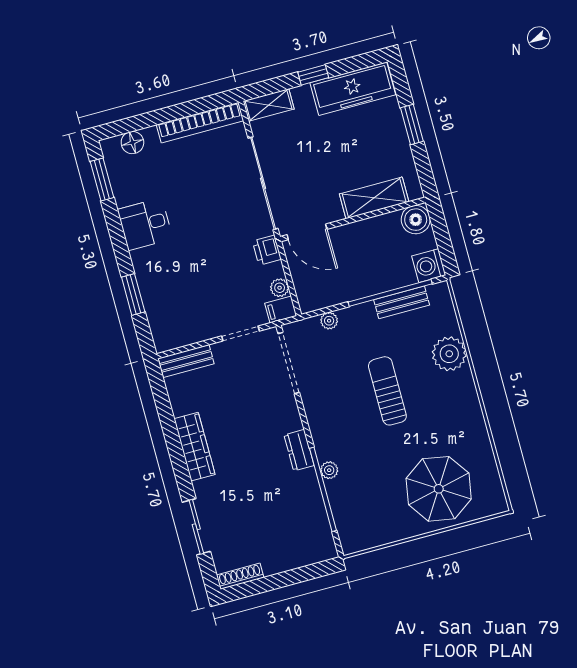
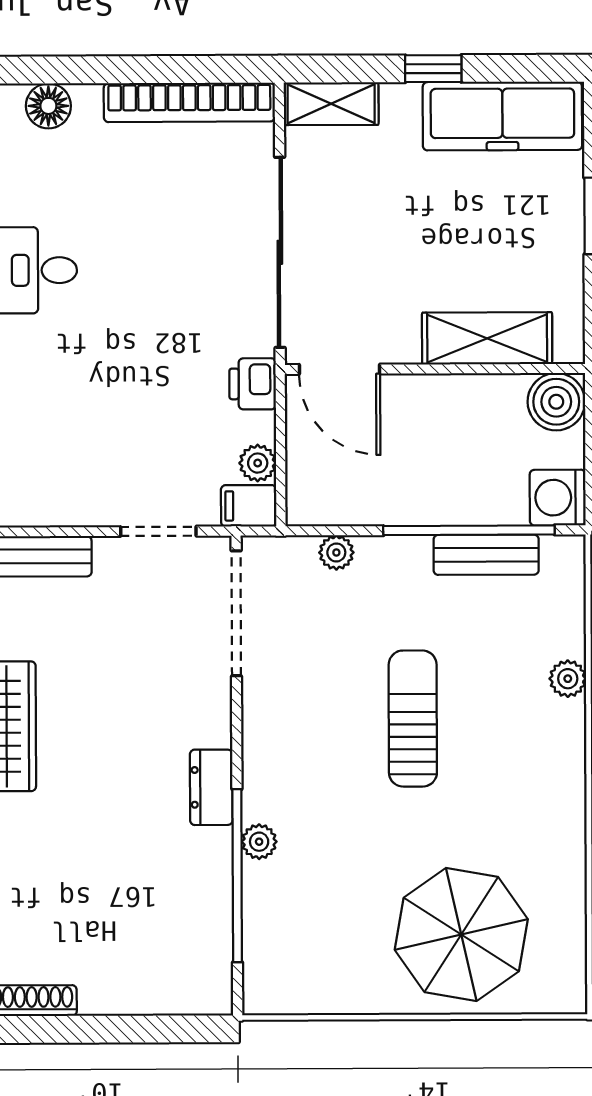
plant: (449, 354) -> (568, 679), width x0.53, depth x0.53

